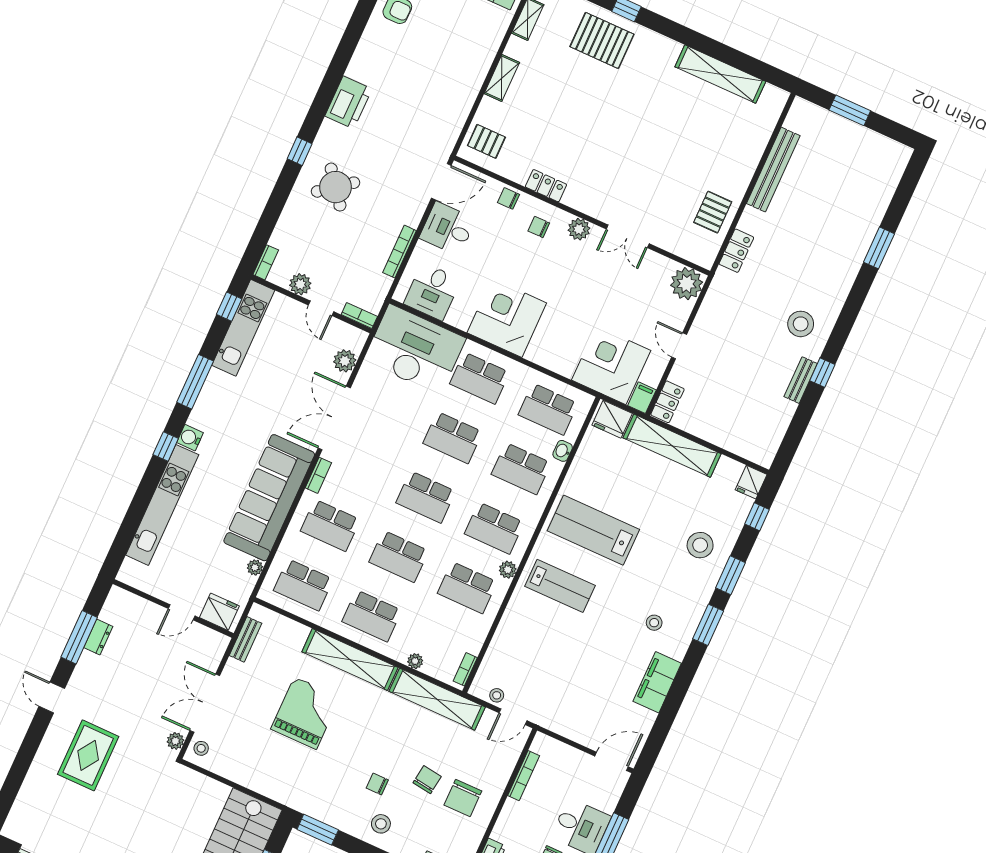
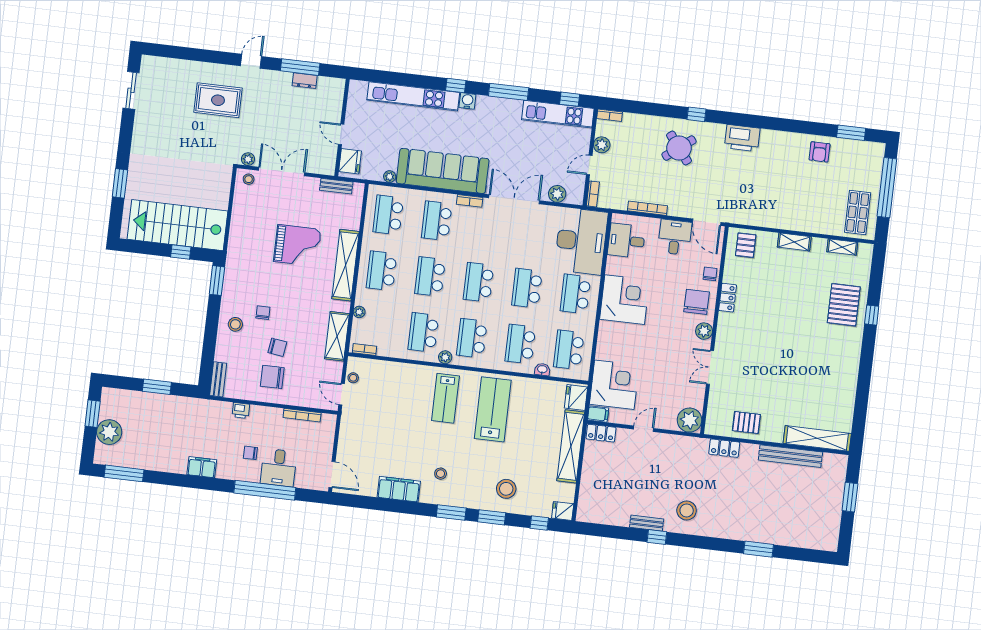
shelving: (720, 74) -> (817, 438), moved, turned 90
chair: (539, 227) -> (697, 302), width x1.87, depth x1.87
shelving: (437, 699) -> (337, 336), width x0.68

